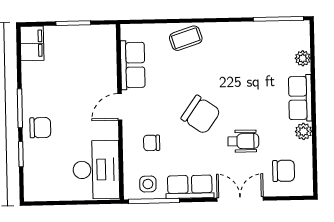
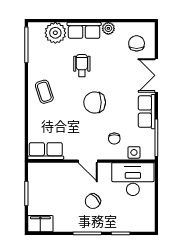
coffee table: (186, 38) -> (44, 92), moved
plant: (303, 58) -> (55, 33), width x1.88, depth x1.88
row of seats: (133, 65) -> (46, 151), moved
chair: (201, 115) -> (95, 102), turned -125
chair: (40, 128) -> (93, 201), moved, turned -133
wheelchair: (243, 141) -> (82, 65), moved
side table: (148, 184) -> (134, 152), moved

